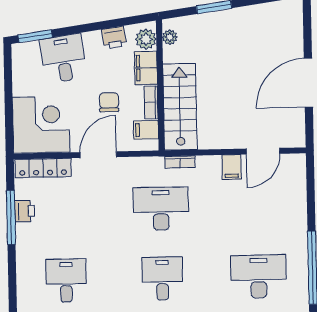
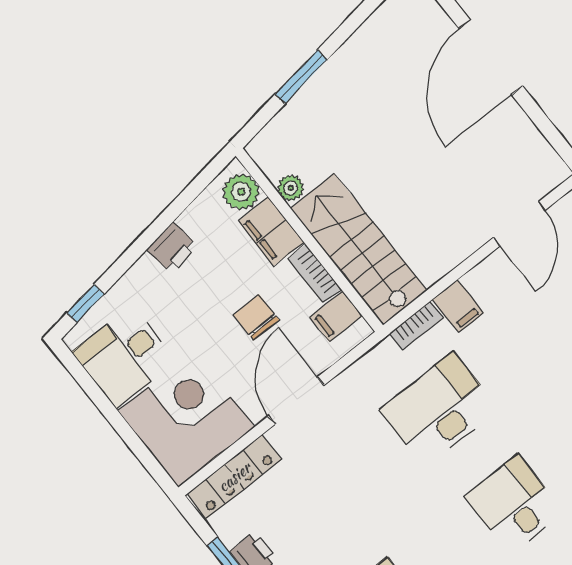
window: (35, 36) -> (85, 304), width x0.67
plant: (170, 37) -> (291, 188), moved
printer: (114, 38) -> (172, 248), moved
desk: (63, 58) -> (124, 356), moved, turned -82
door: (308, 83) -> (491, 57), moved
filing cabinet: (232, 167) -> (458, 306), moved

